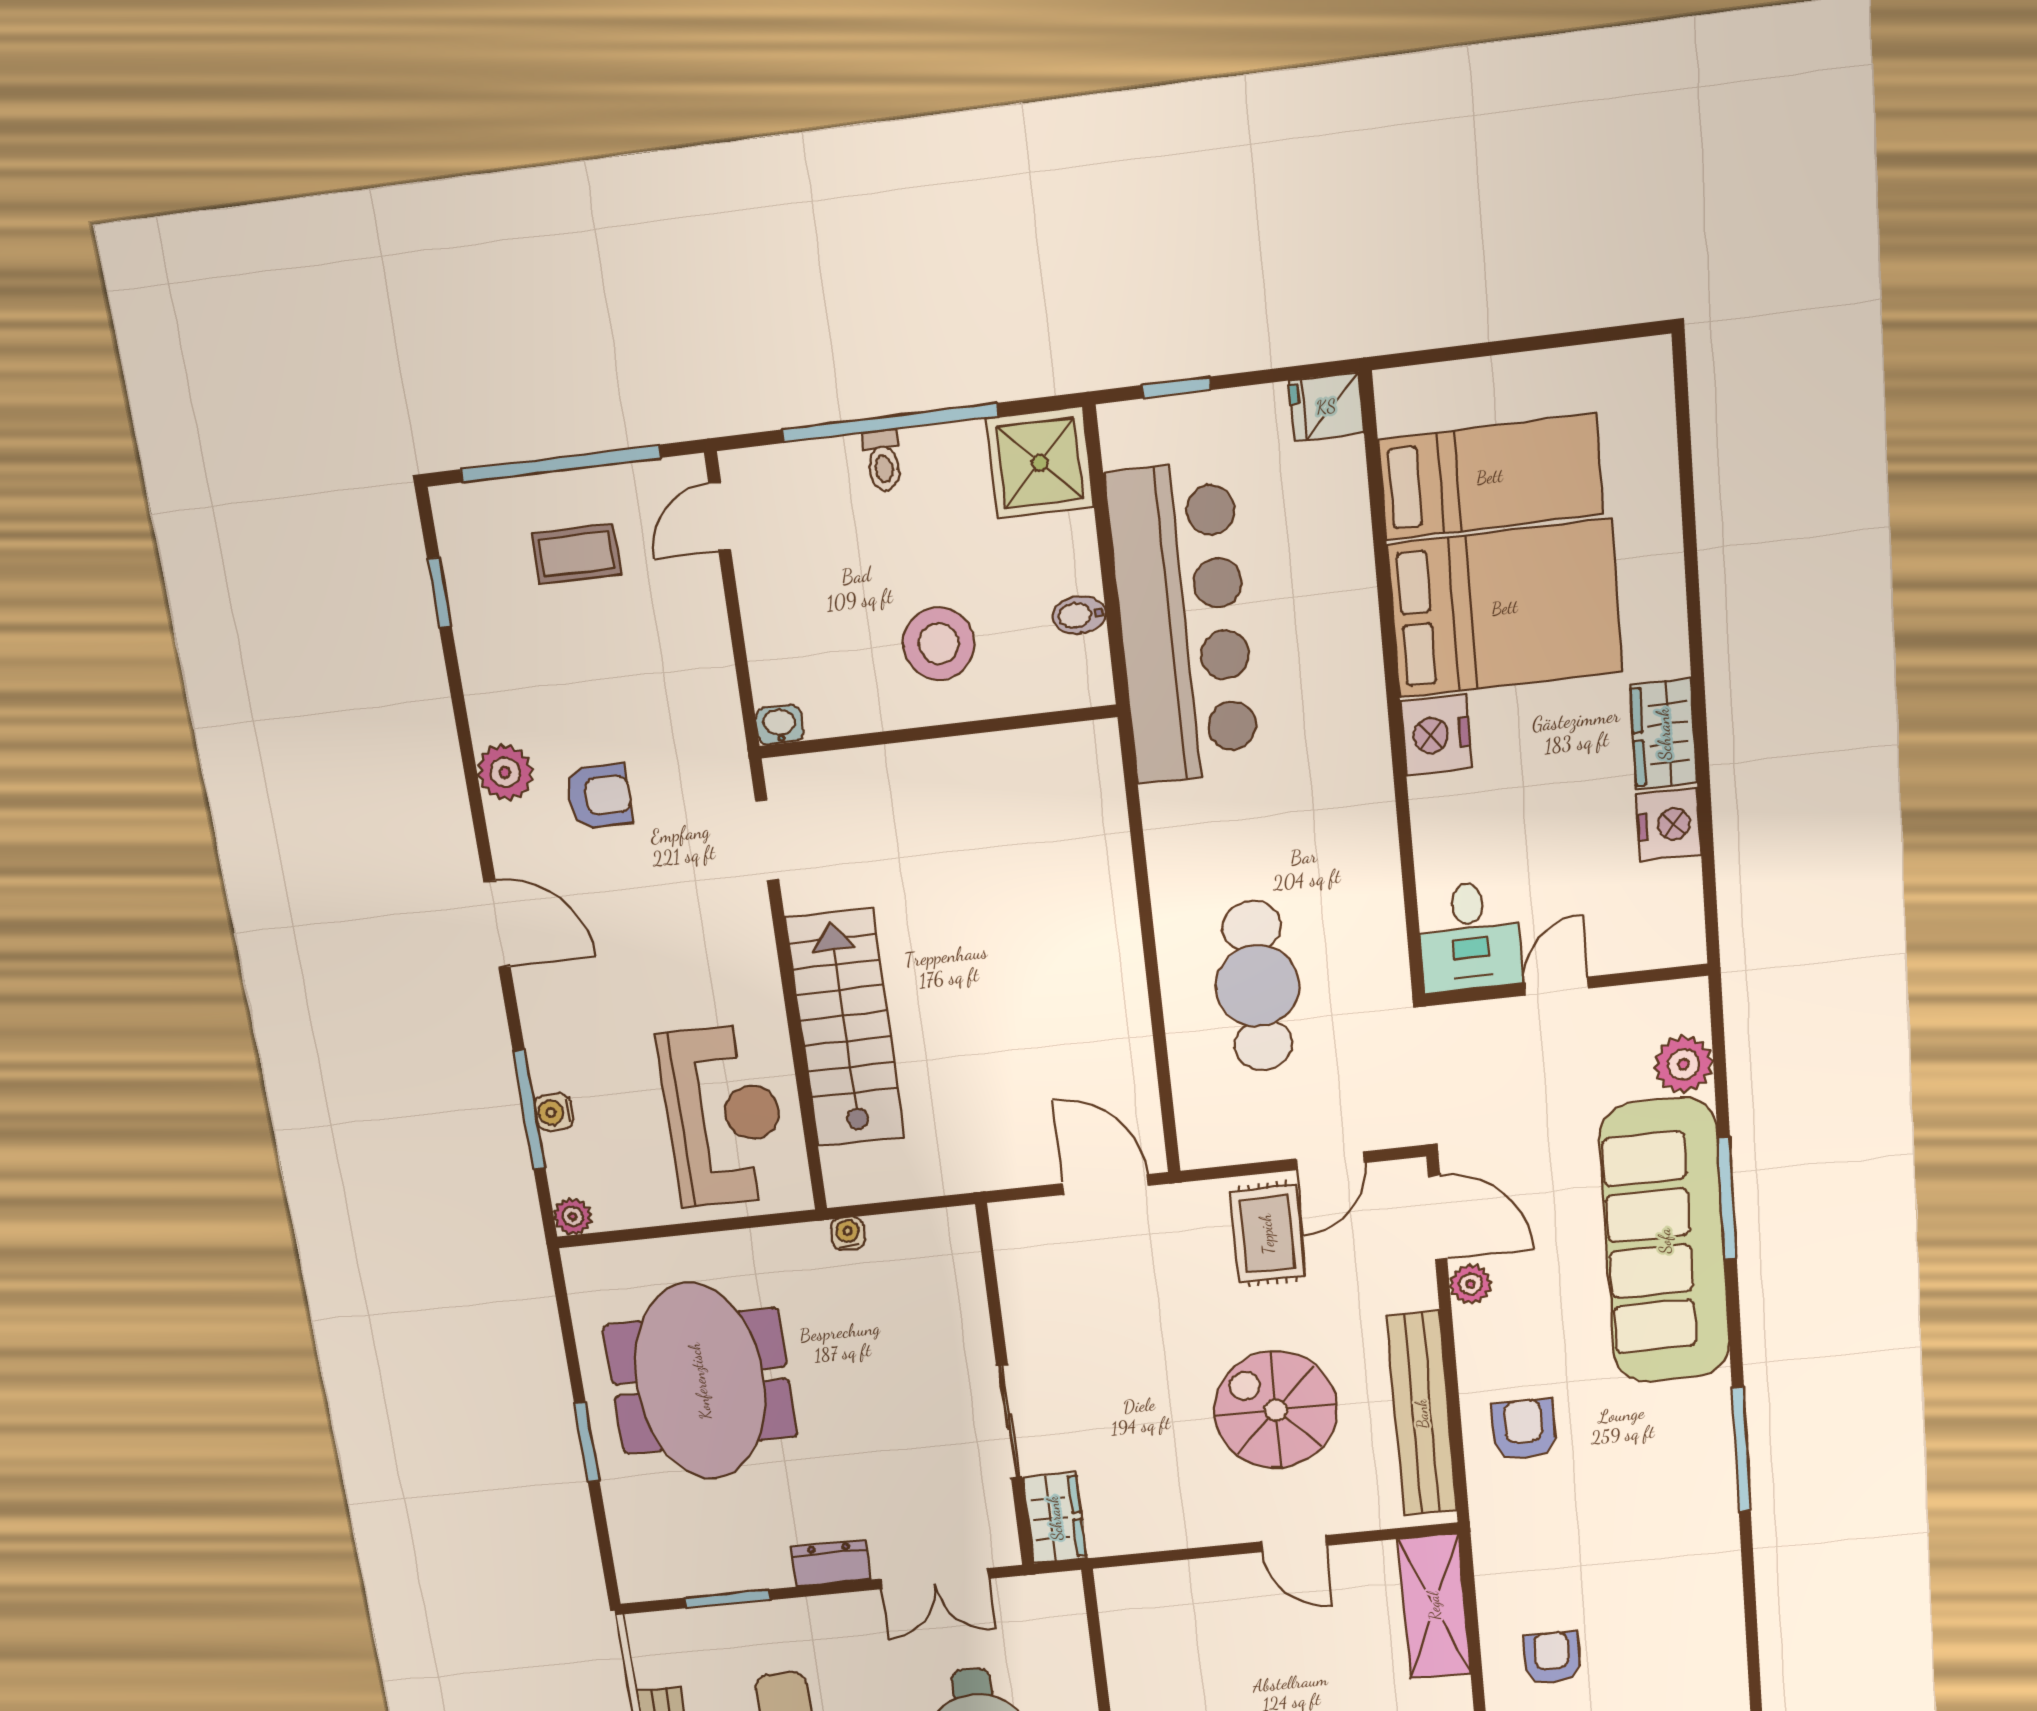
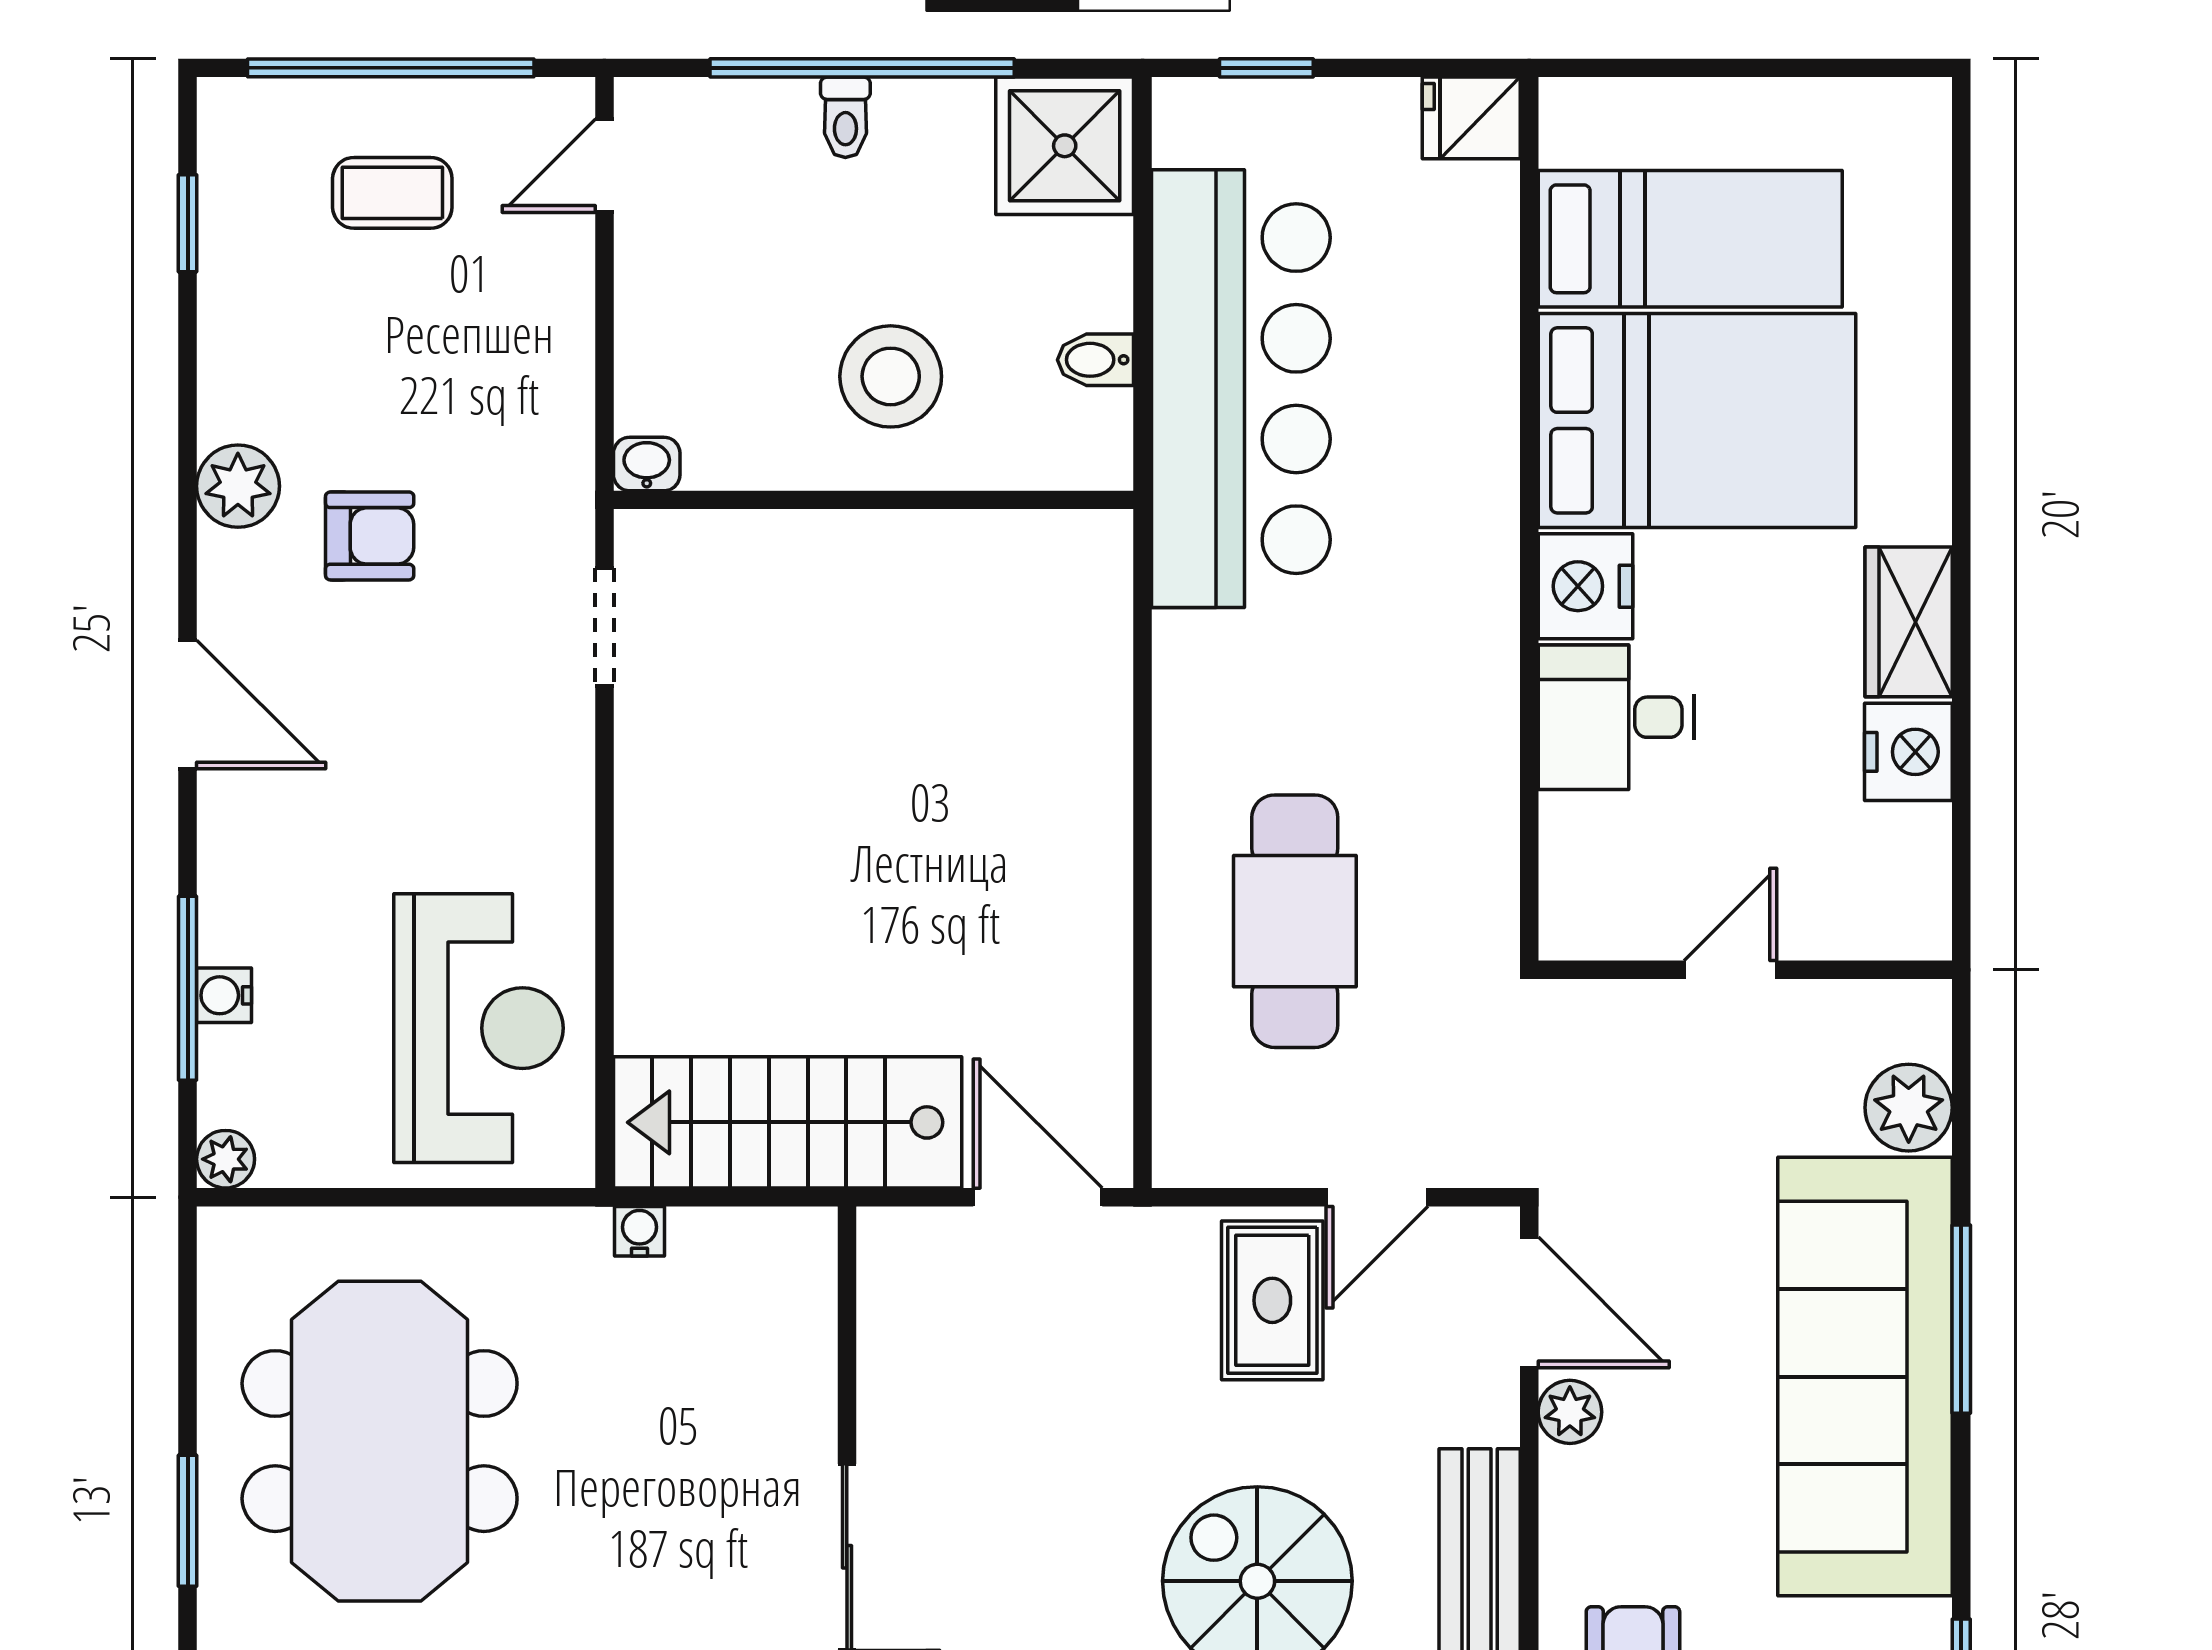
desk: (1470, 937) -> (1616, 717), moved, turned 90
stairs: (845, 1028) -> (788, 1122), moved, turned -90

